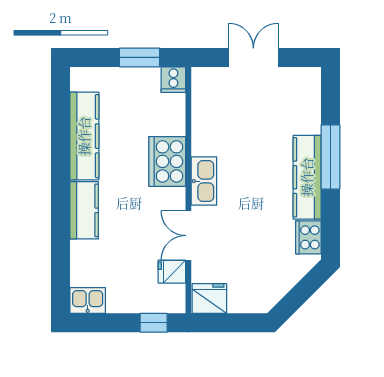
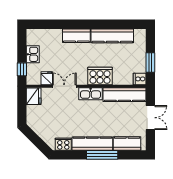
kitchen counter: (307, 105) -> (127, 144), added
kitchen counter: (206, 111) -> (124, 95), added
kitchen sink: (88, 300) -> (33, 54), moved

